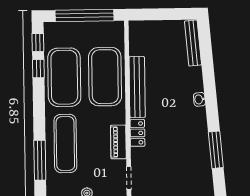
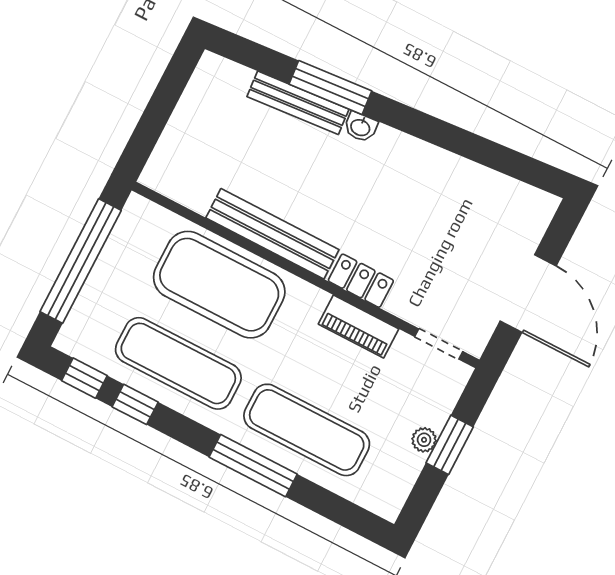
bench: (193, 43) -> (298, 103), moved
exercise mat: (64, 77) -> (178, 363), width x0.68
window: (216, 150) -> (330, 87), moved
window: (40, 160) -> (253, 466), moved

